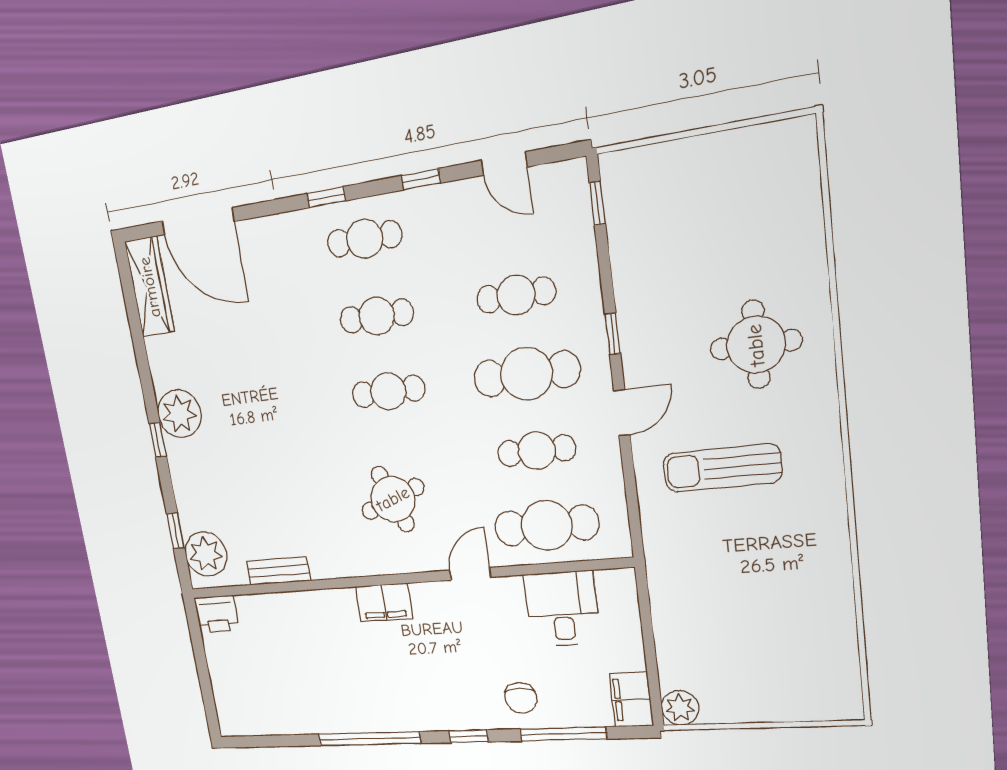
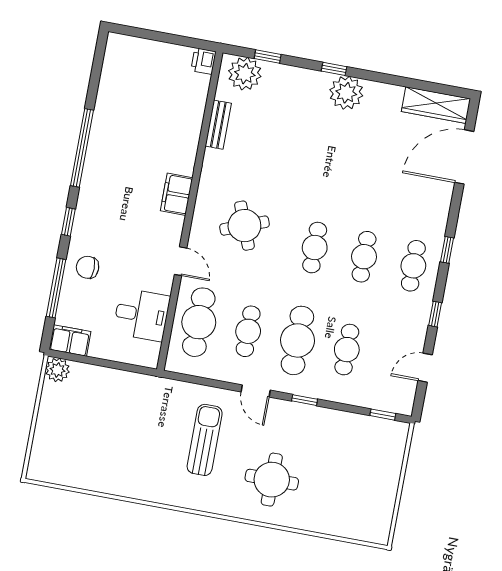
printer: (217, 614) -> (203, 61), width x0.73, depth x0.81

